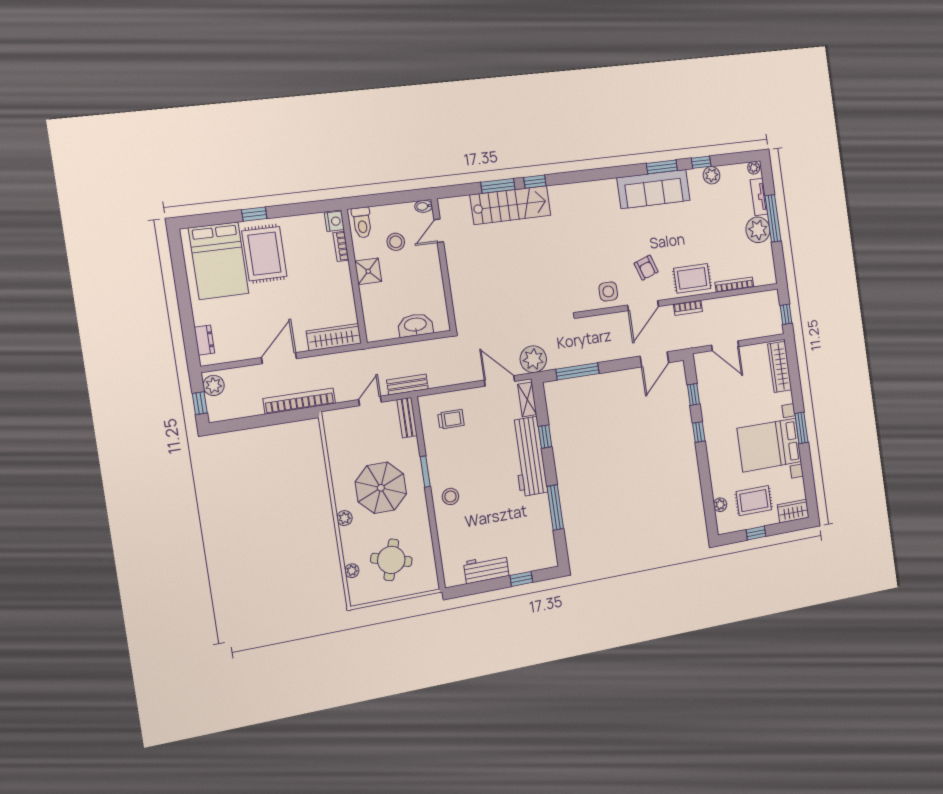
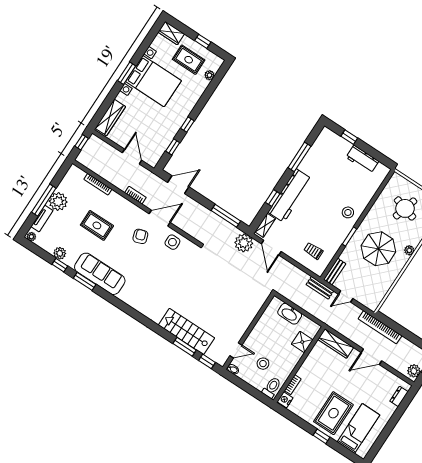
window: (535, 182) -> (207, 361), moved
bed: (219, 261) -> (358, 428), width x0.67
shower: (368, 271) -> (302, 342), moved
rug: (692, 278) -> (97, 225), moved

